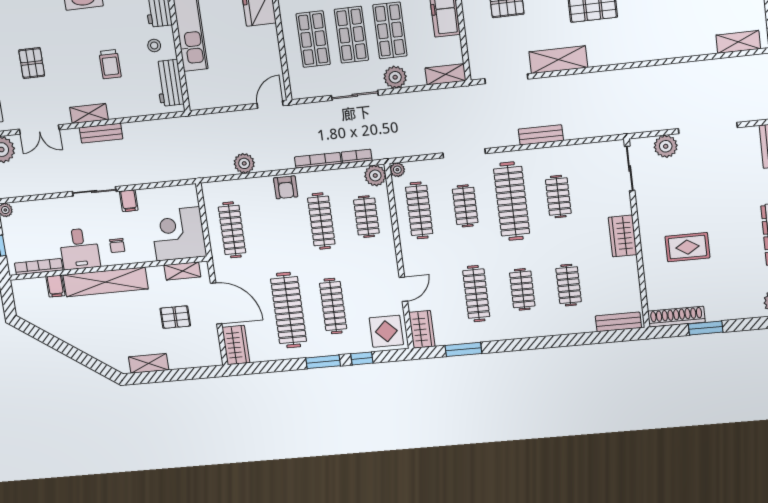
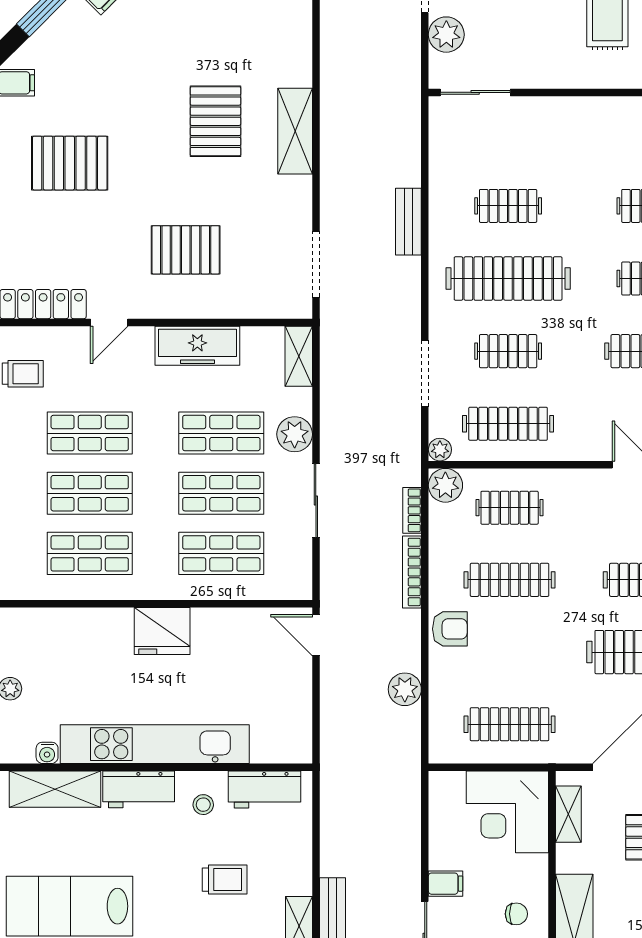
shelving: (558, 60) -> (295, 131), moved
doorway: (464, 153) -> (425, 374), moved
wardrobe: (623, 236) -> (580, 115), removed

